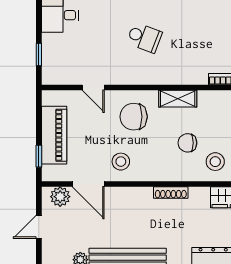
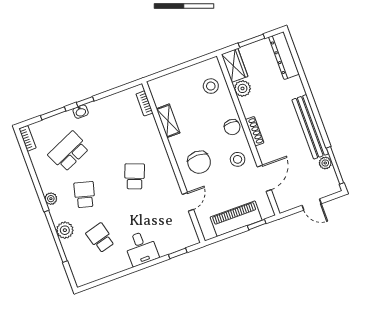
shelving: (178, 99) -> (168, 121), moved
chair: (187, 143) -> (232, 127), moved
shoe rack: (171, 193) -> (255, 131), moved
plant: (60, 197) -> (243, 88), moved

